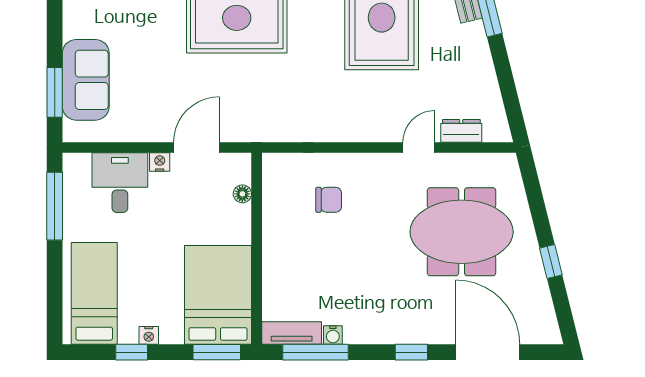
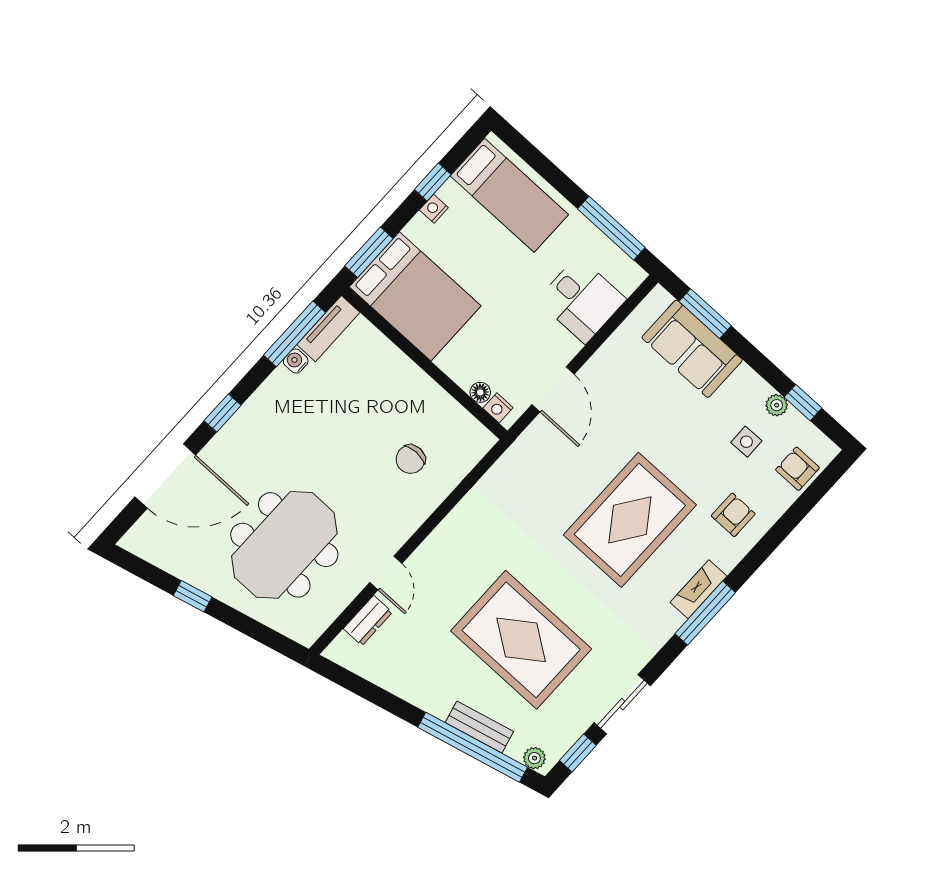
nightstand: (160, 162) -> (498, 408), moved, turned 90

